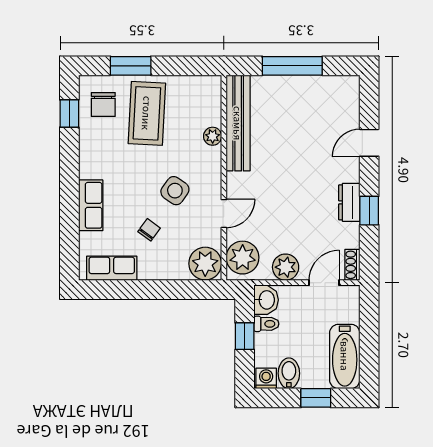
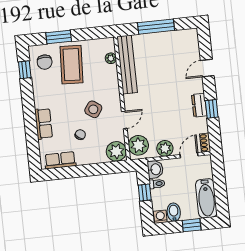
plant: (213, 136) -> (111, 58), moved

